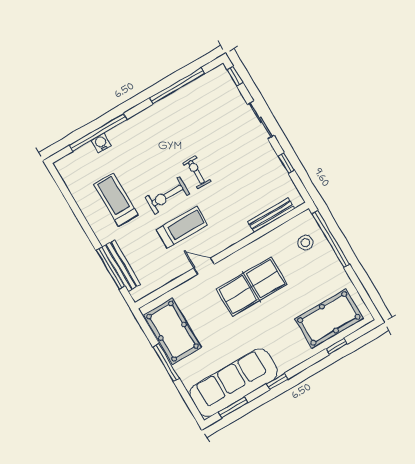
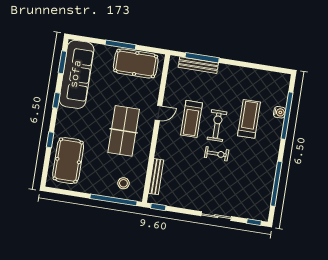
window: (286, 163) -> (158, 207), moved
treadmill: (116, 200) -> (249, 119), moved, turned -90
window: (337, 346) -> (50, 140), moved

